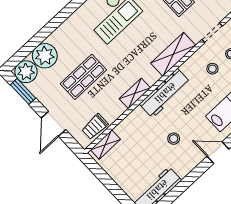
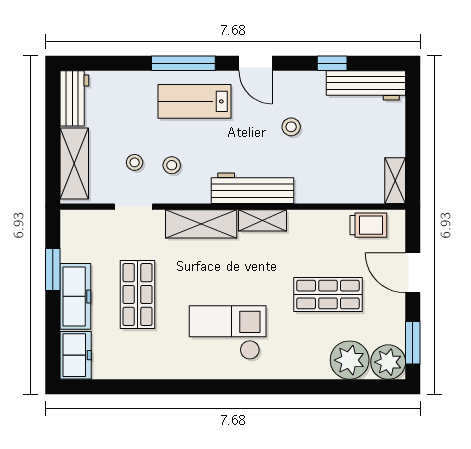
shelving: (135, 93) -> (262, 220), moved
door: (53, 124) -> (413, 273), swing flipped
shelving: (105, 145) -> (395, 181), moved, turned 90
window: (182, 186) -> (332, 63), added

